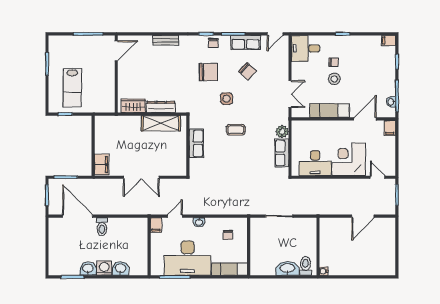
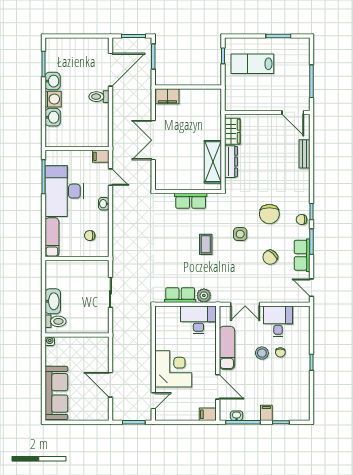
bench: (166, 40) -> (305, 154), moved
filing cabinet: (389, 41) -> (266, 413), moved
desk: (306, 48) -> (278, 321), moved
desk: (315, 163) -> (198, 320), moved, turned 90
sofa: (370, 265) -> (56, 393), added

